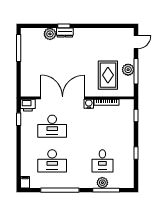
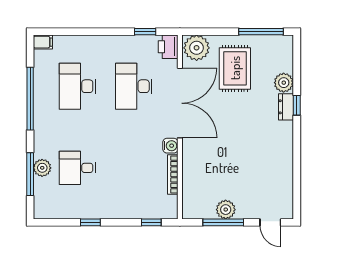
rug: (108, 75) -> (235, 68), moved, turned 90
plant: (29, 88) -> (197, 48), added

